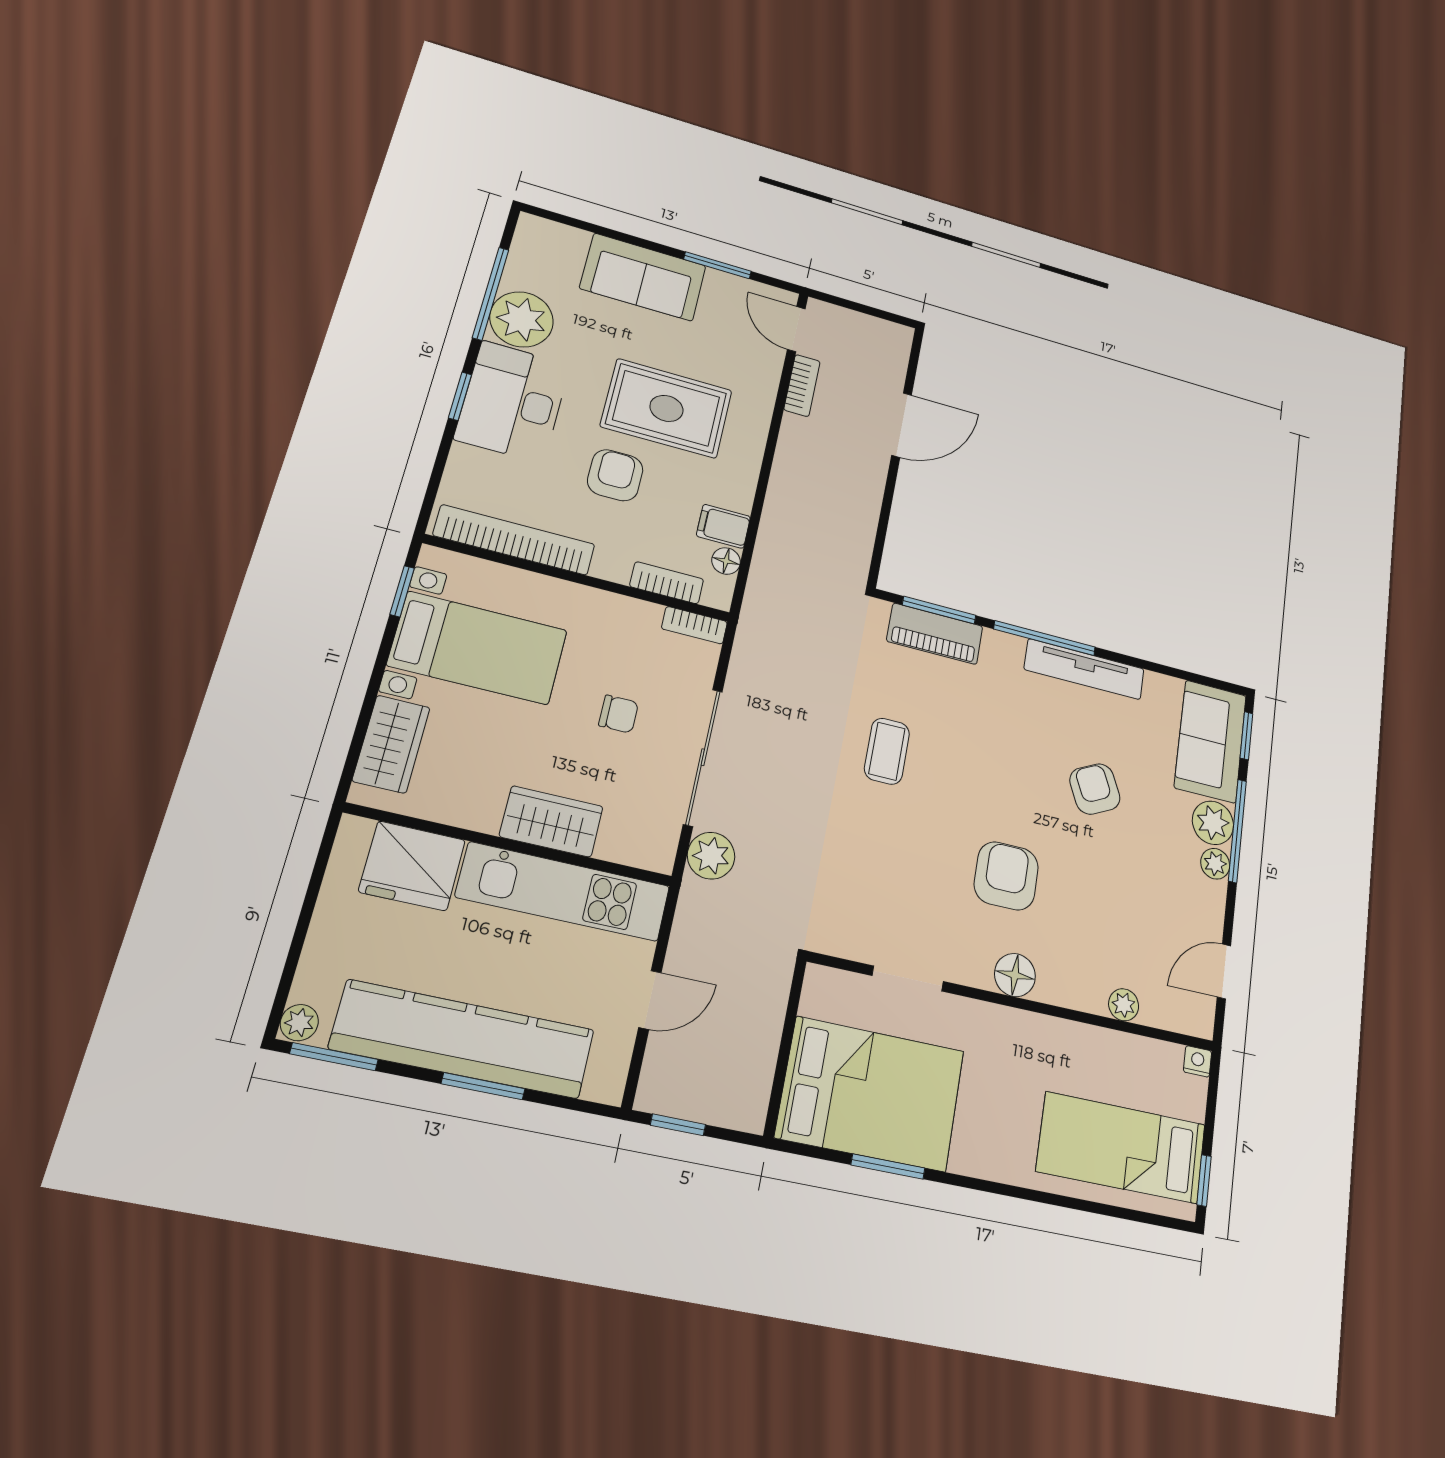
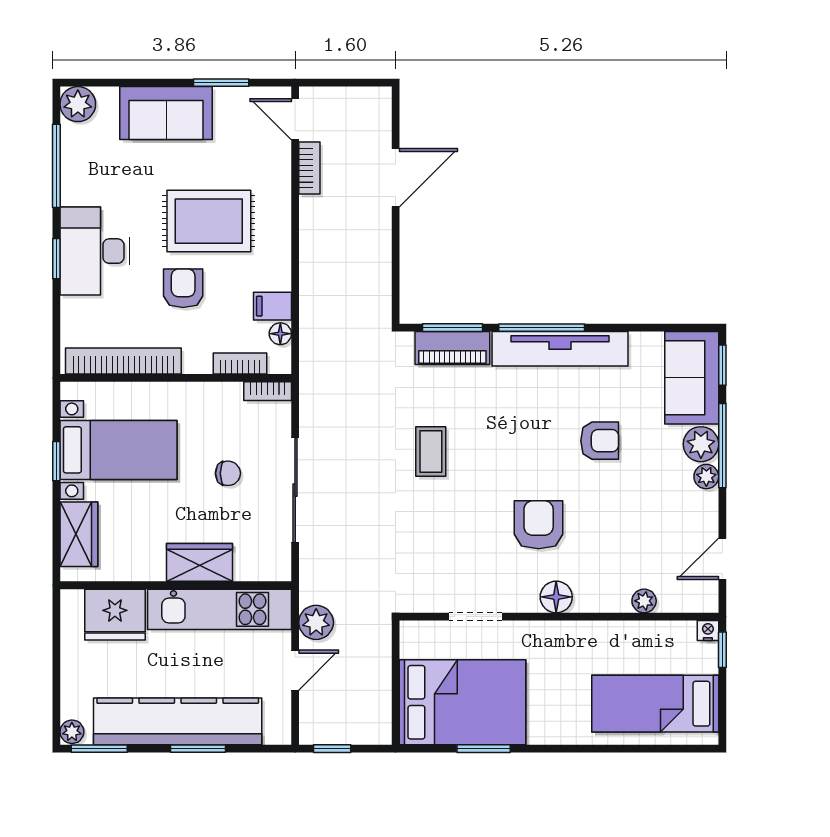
plant: (522, 319) -> (78, 104), moved, width x0.73, depth x0.73
window: (402, 591) -> (56, 461), moved
tv unit: (1084, 669) -> (560, 349), width x1.36, depth x1.29
armchair: (1095, 789) -> (600, 441), turned 116
plant: (711, 856) -> (316, 622), moved
window: (1204, 1180) -> (722, 650), moved

